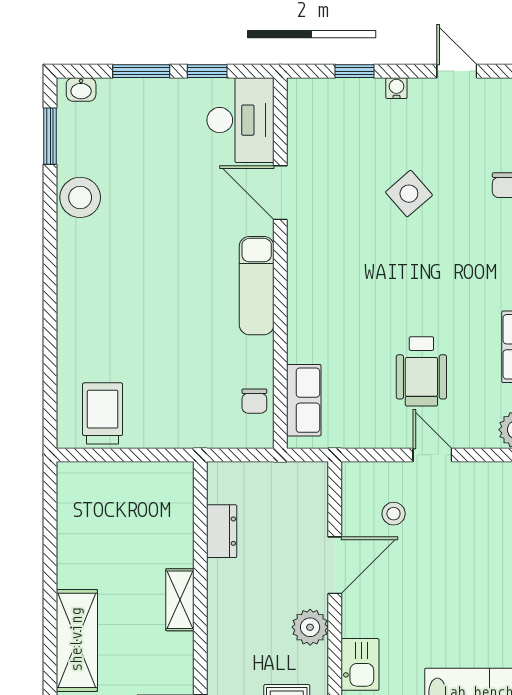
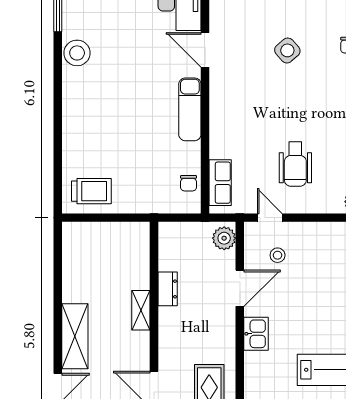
trolley: (103, 413) -> (91, 191), turned 90
door: (432, 455) -> (270, 218), moved
dresser: (222, 531) -> (168, 289), moved
plant: (310, 627) -> (224, 238), moved
kitchen sink: (360, 664) -> (256, 334), moved

